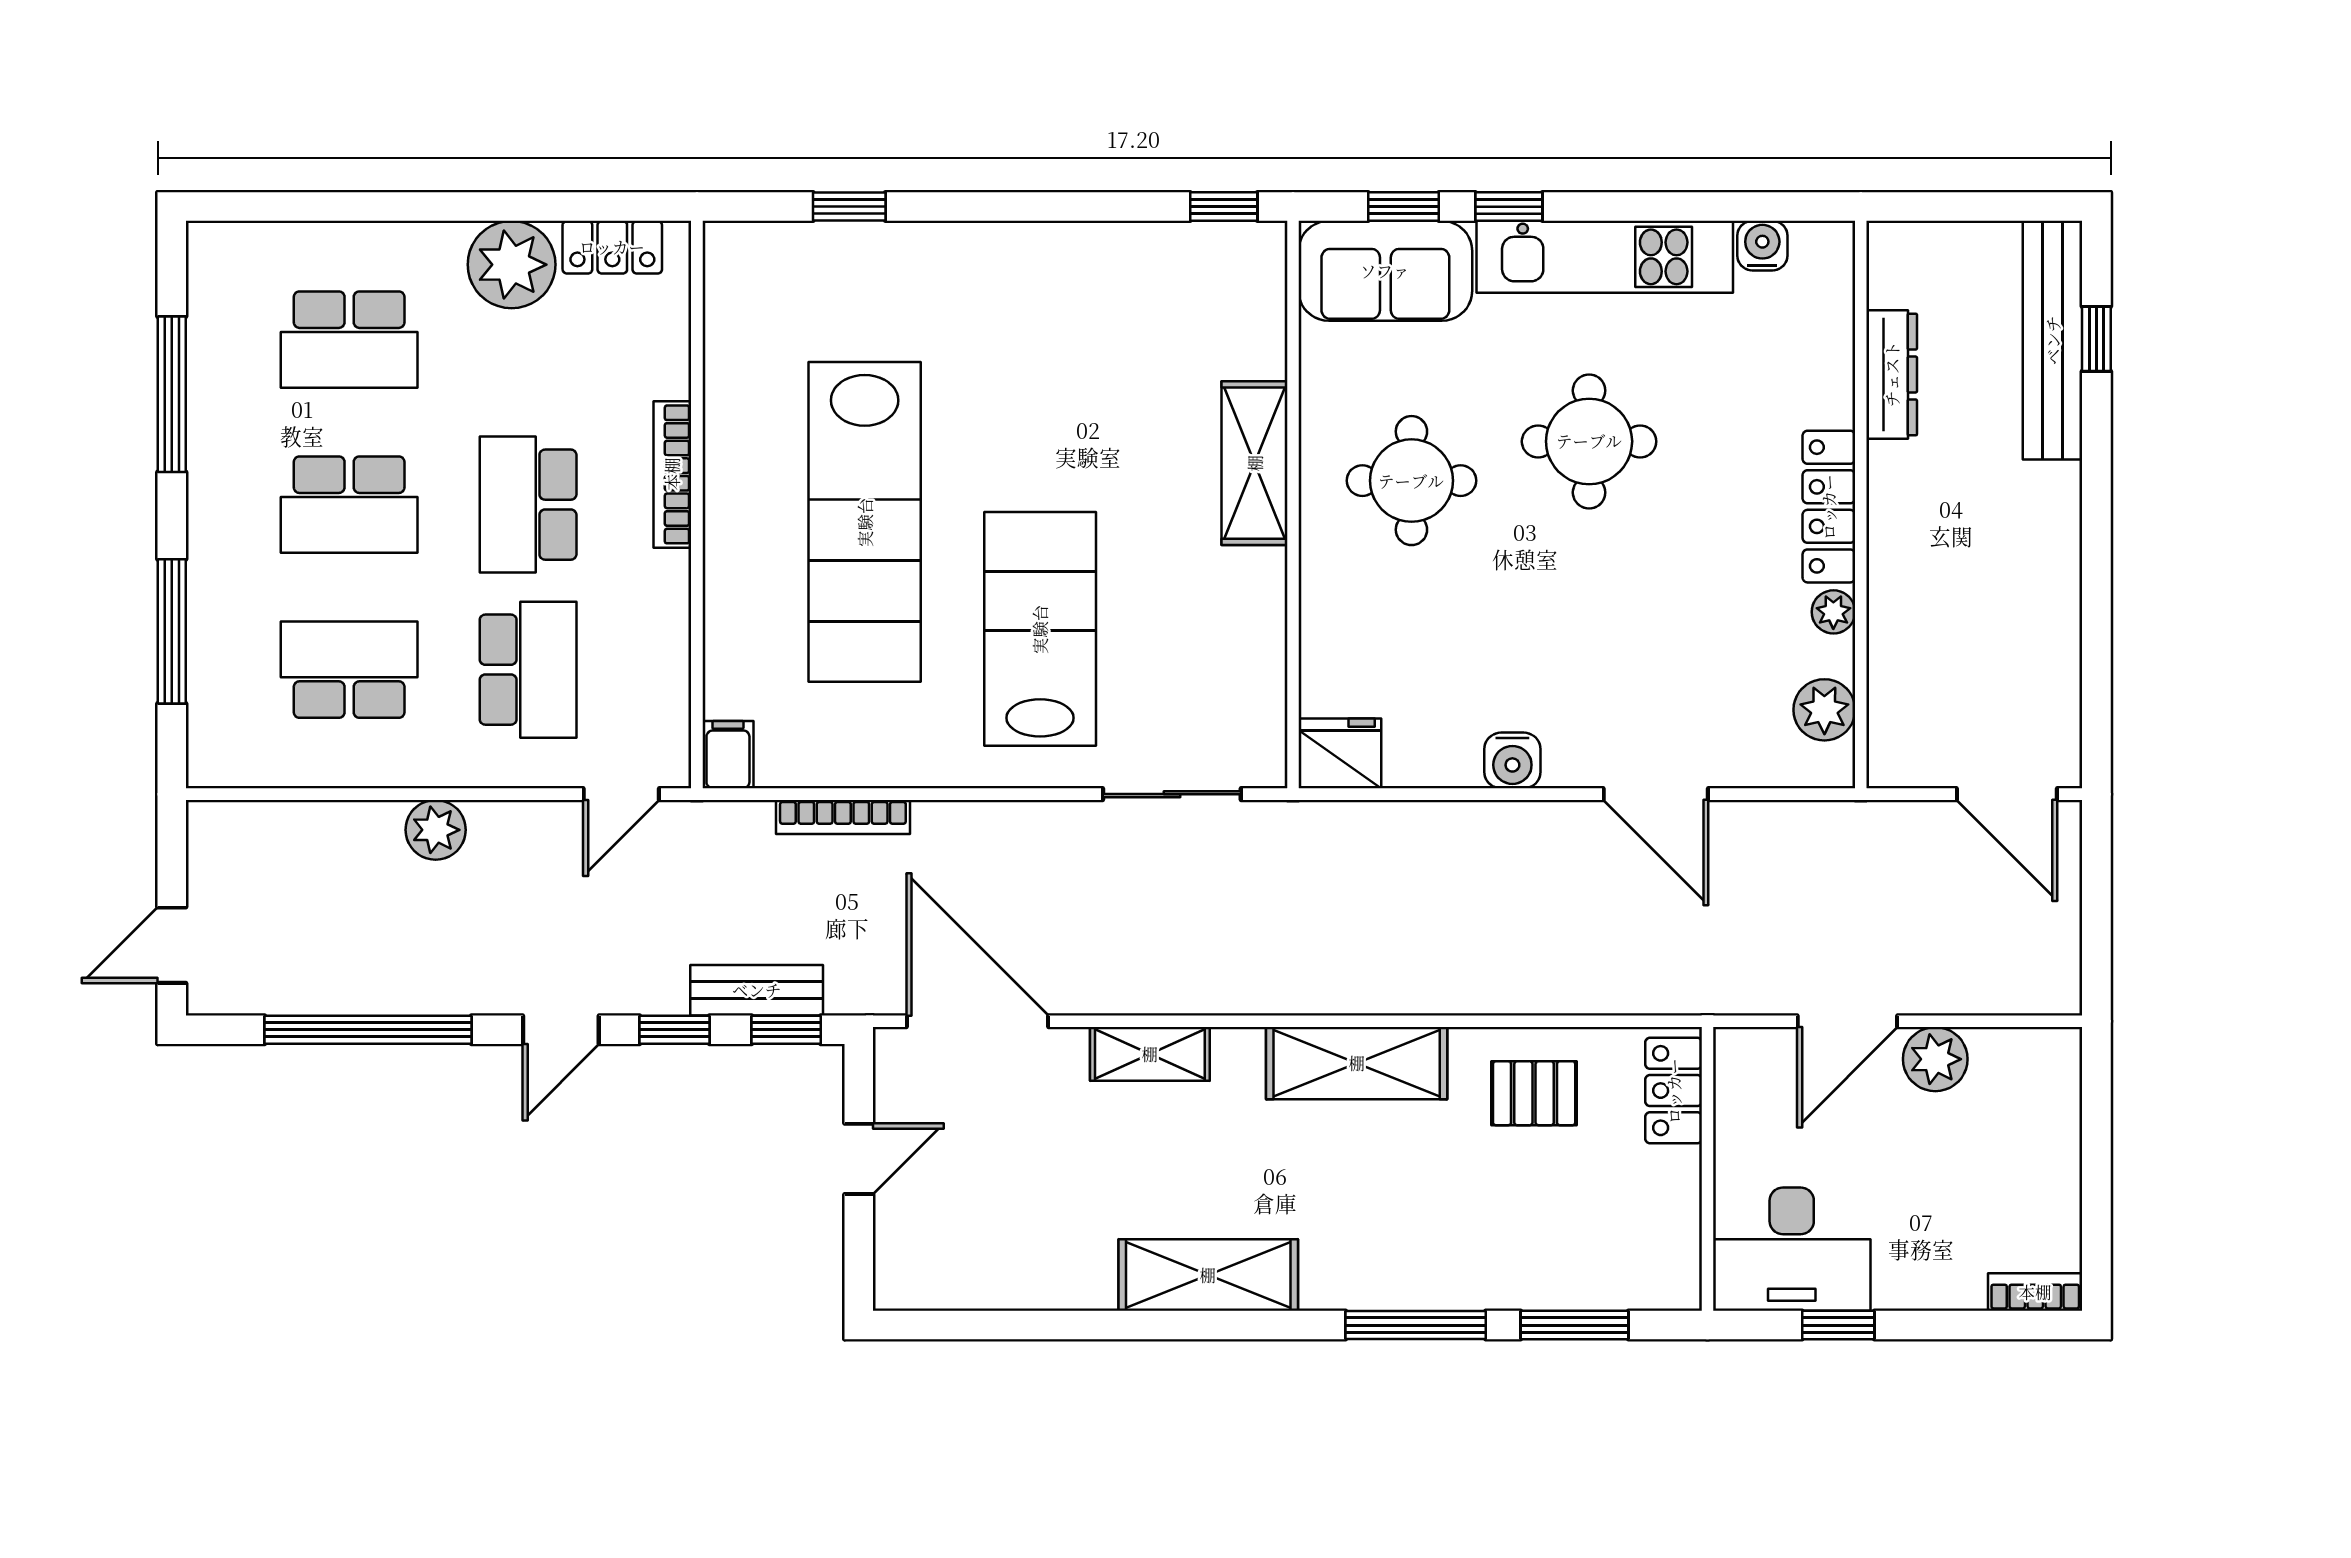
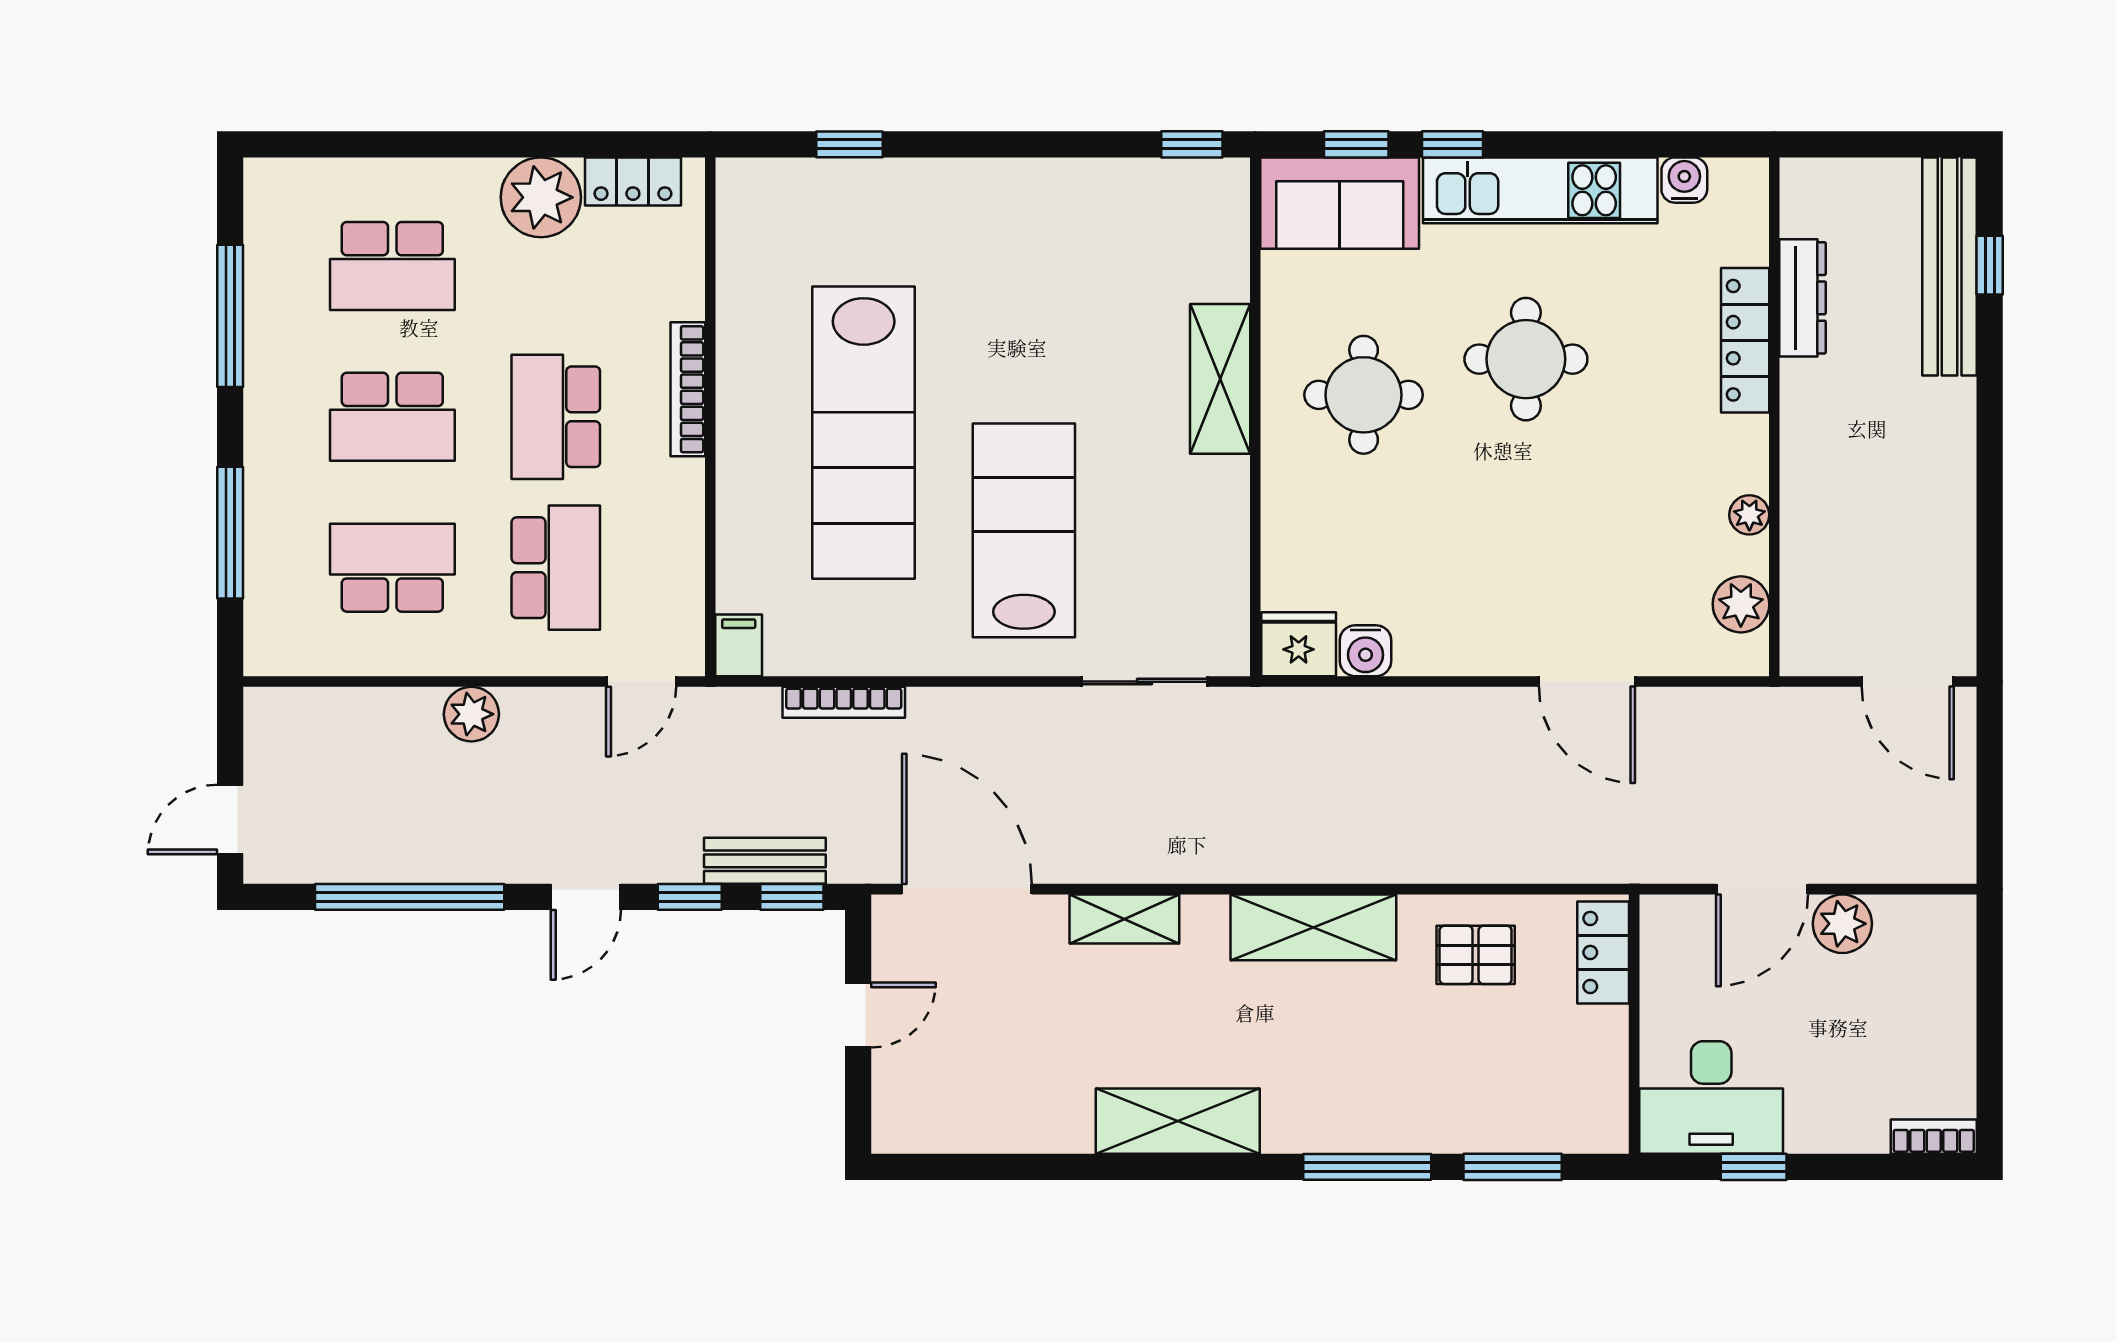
locker: (1829, 507) -> (1745, 340), moved
water cooler: (1512, 760) -> (1366, 651), moved

